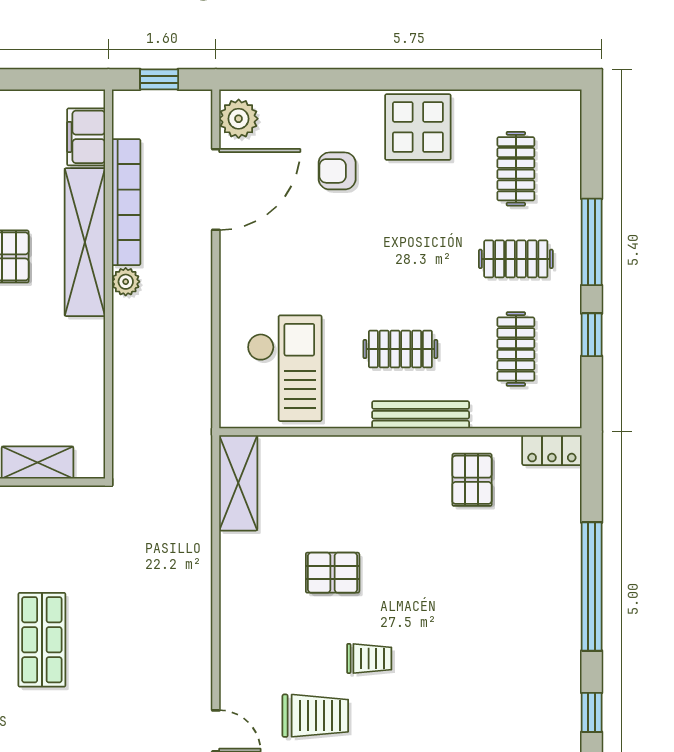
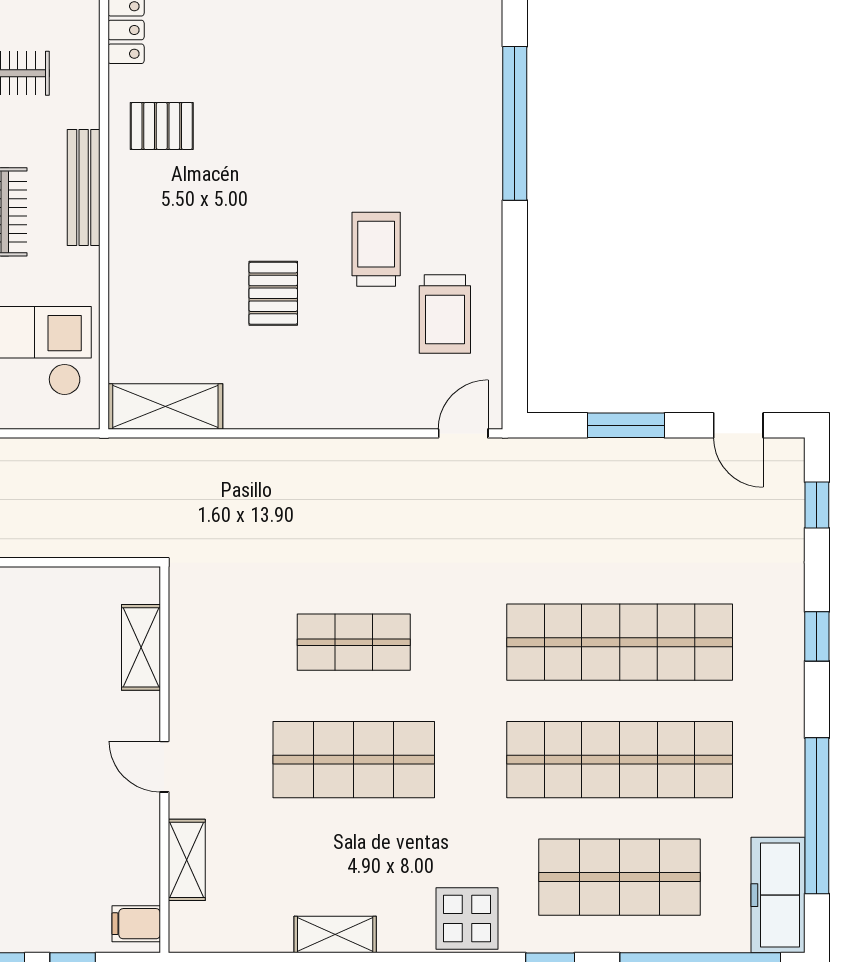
trolley: (369, 658) -> (376, 249), width x1.36, depth x1.39
trolley: (315, 716) -> (445, 314), turned 180

